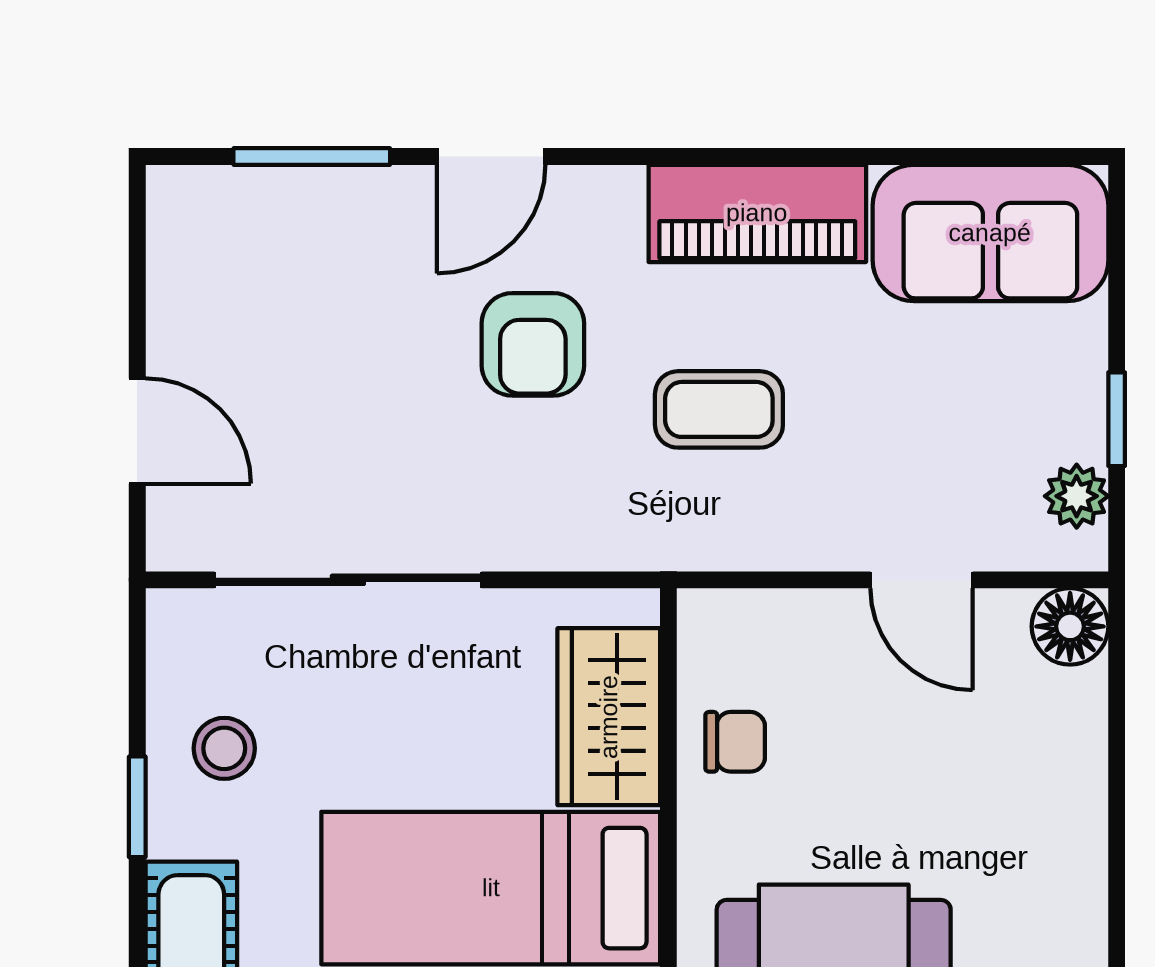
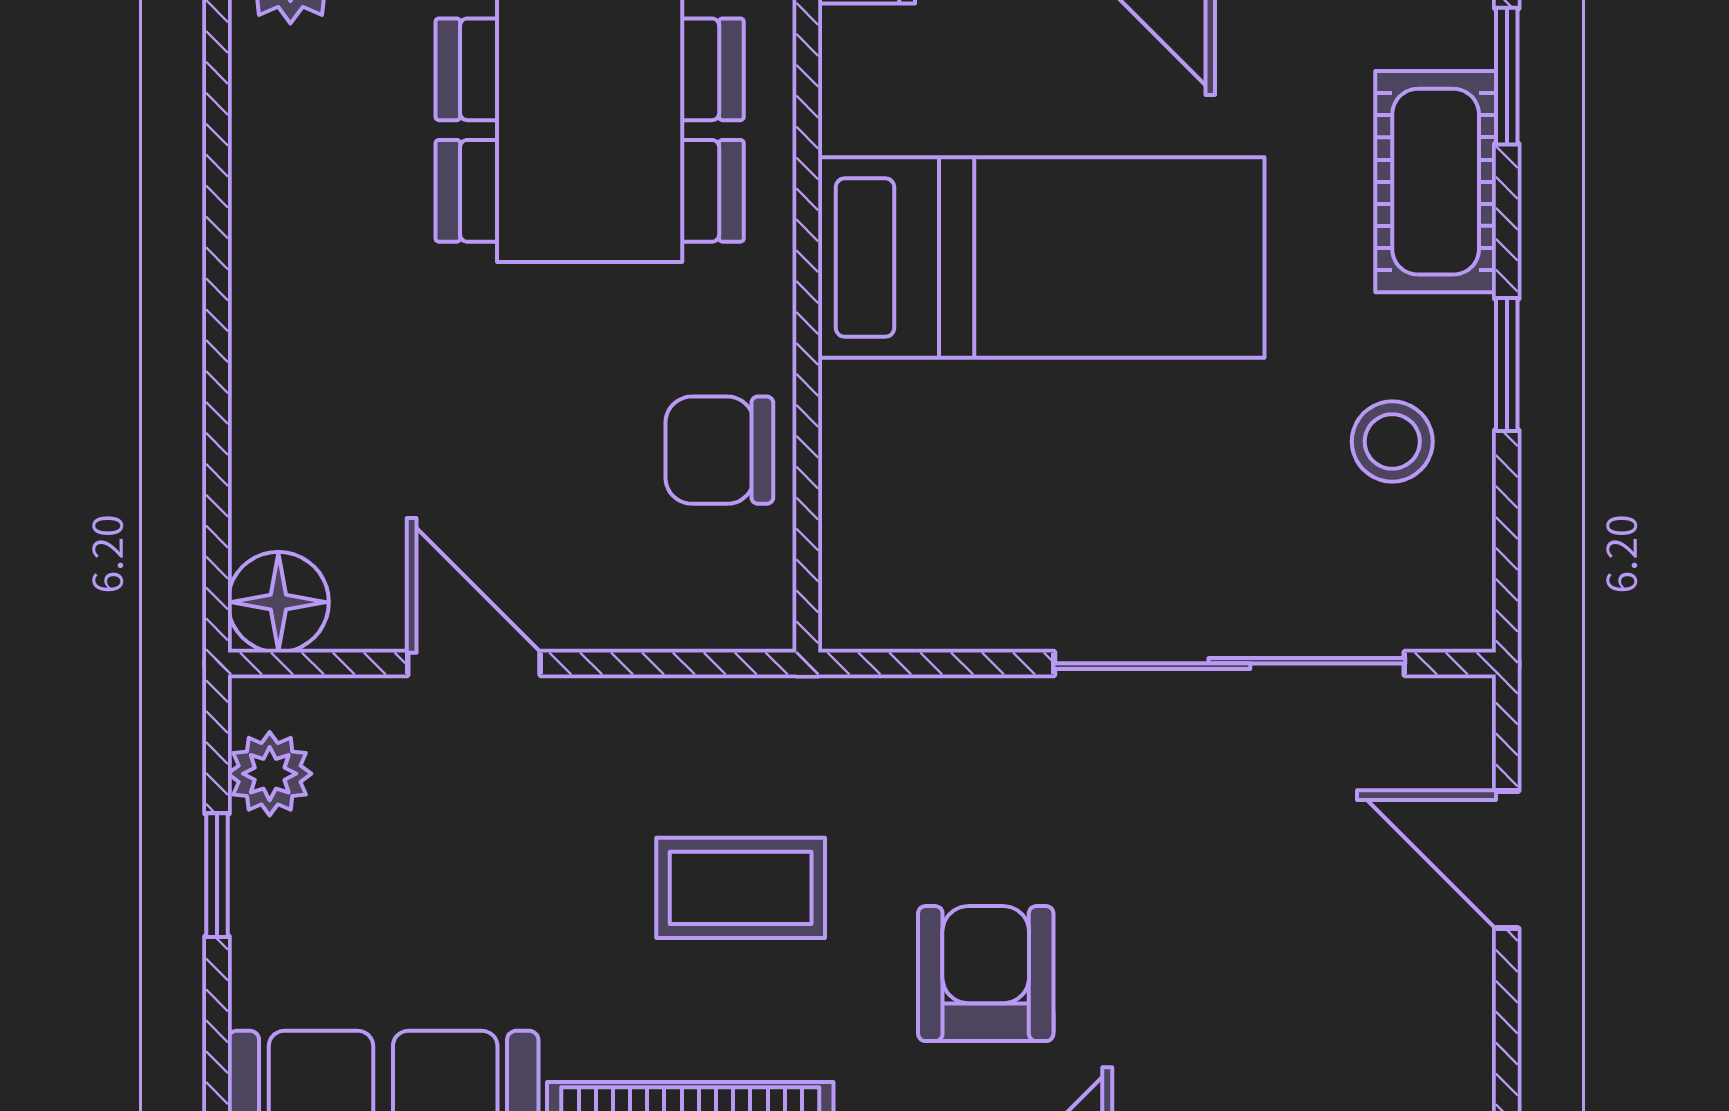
wardrobe: (609, 717) -> (886, 483), removed
chair: (735, 742) -> (719, 450), width x1.37, depth x1.37

